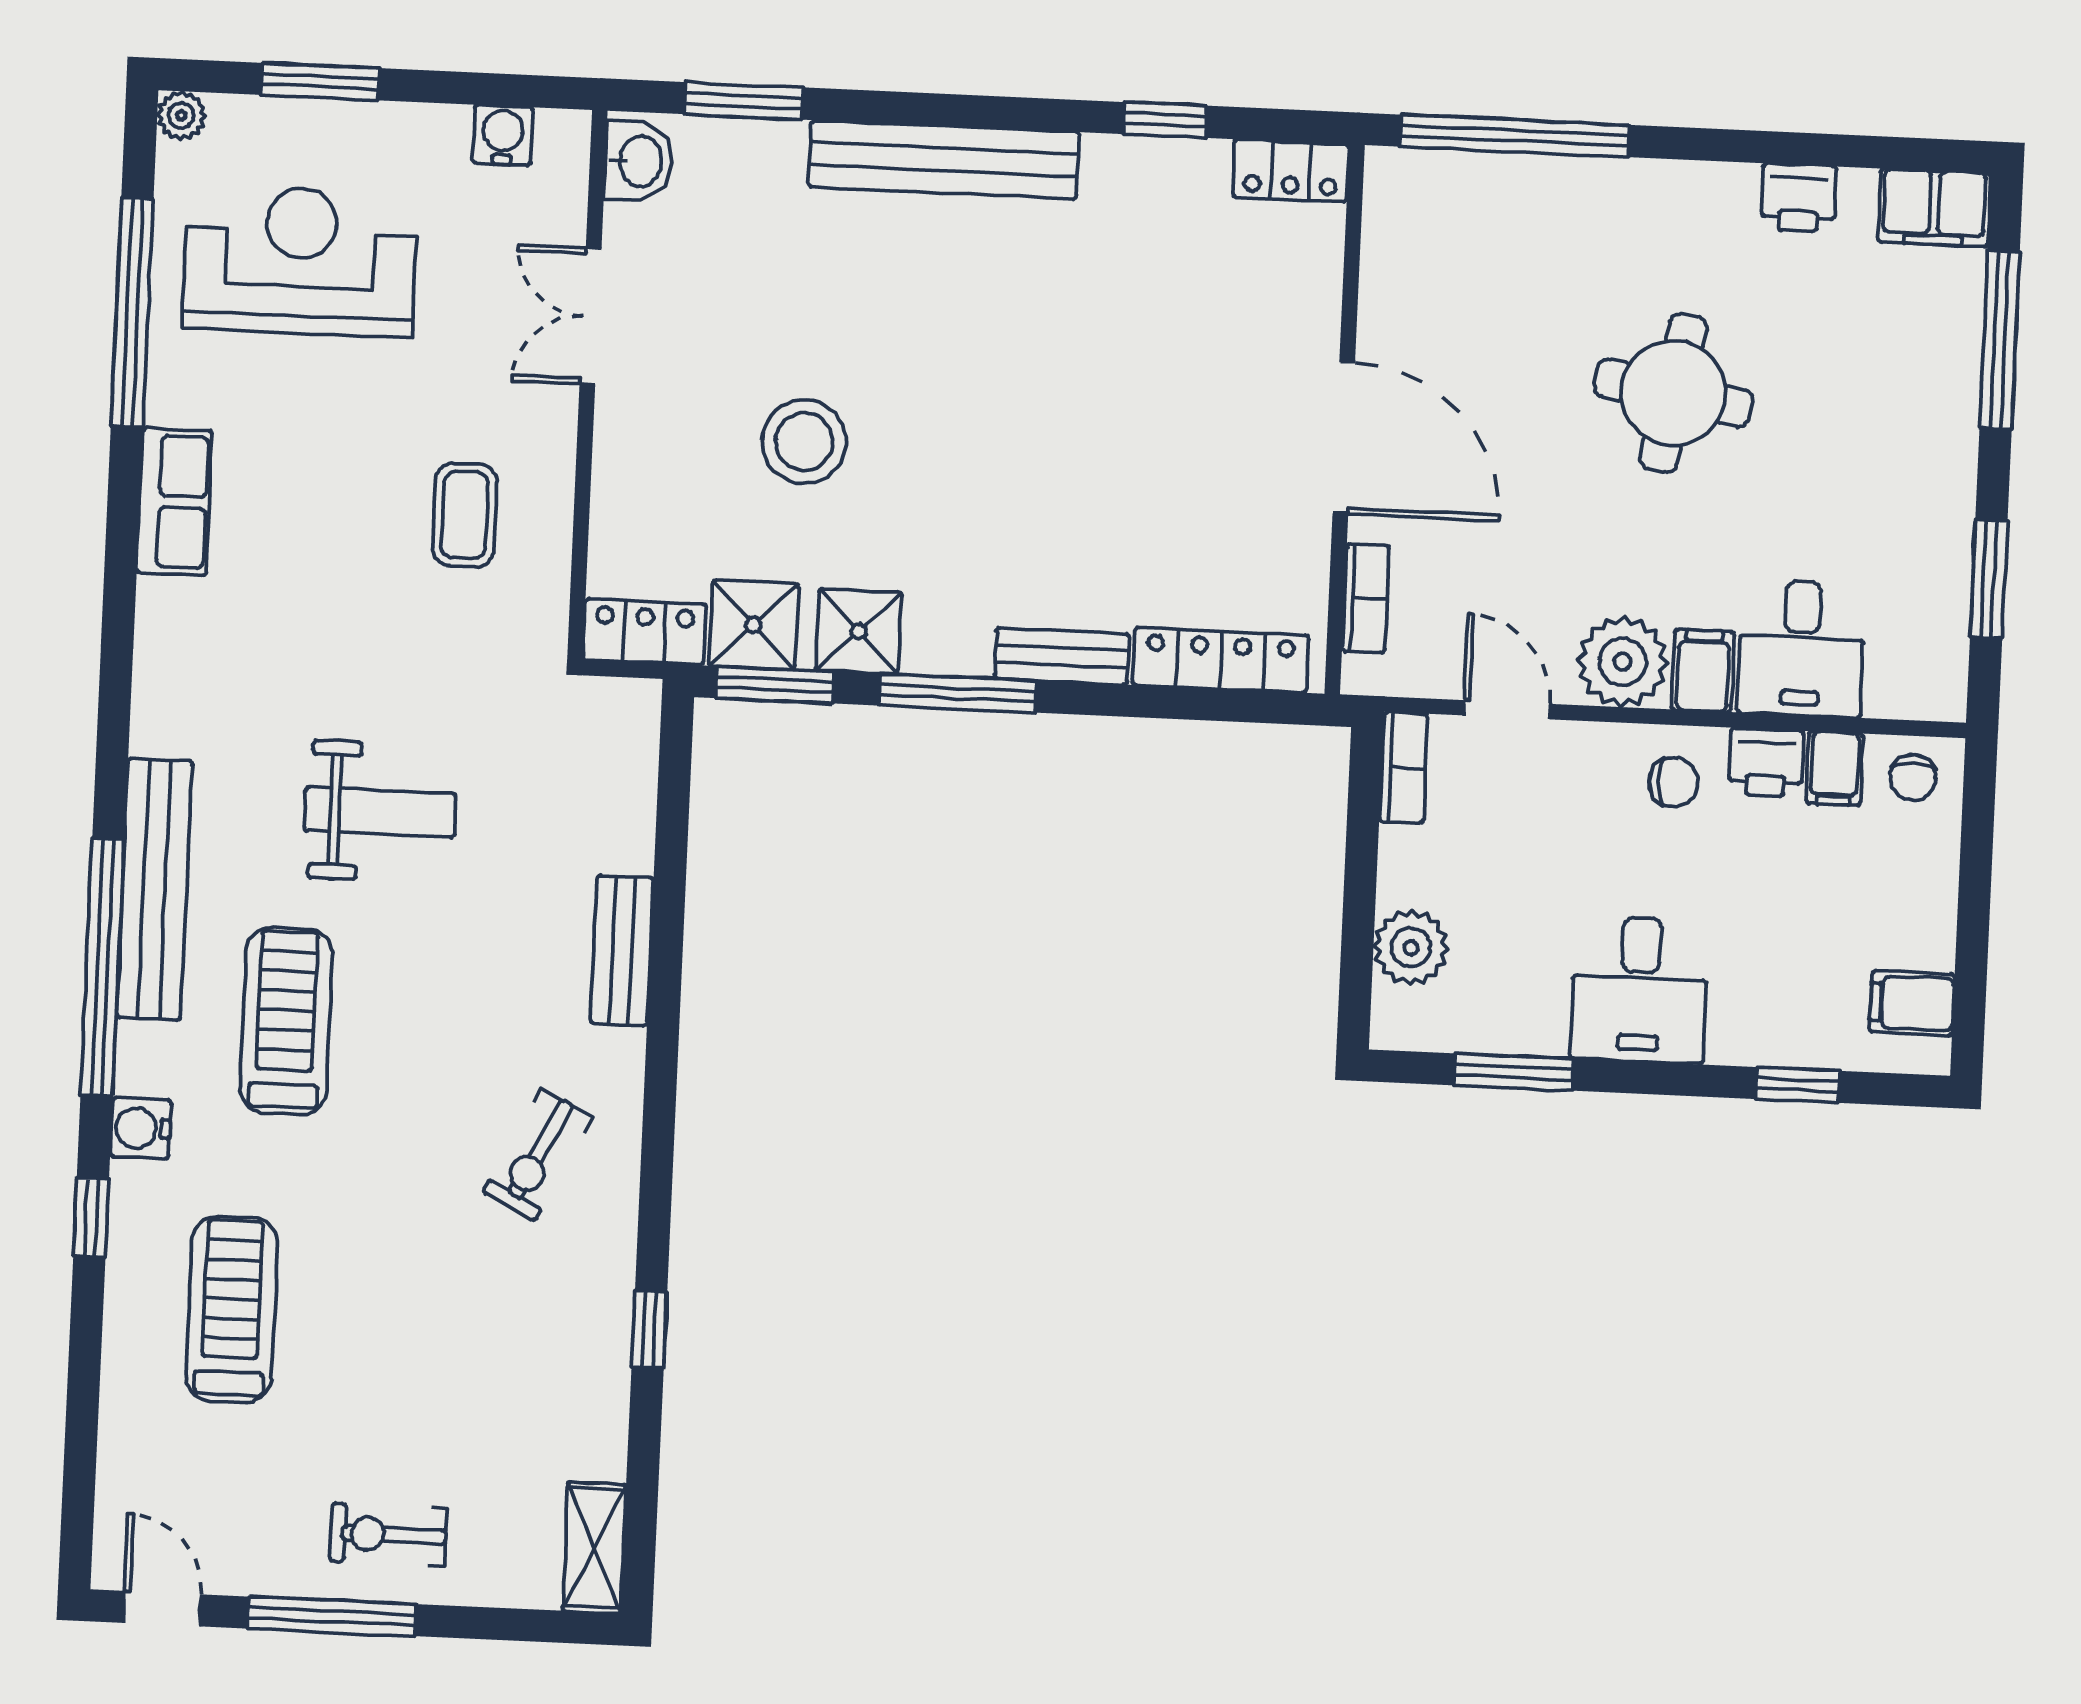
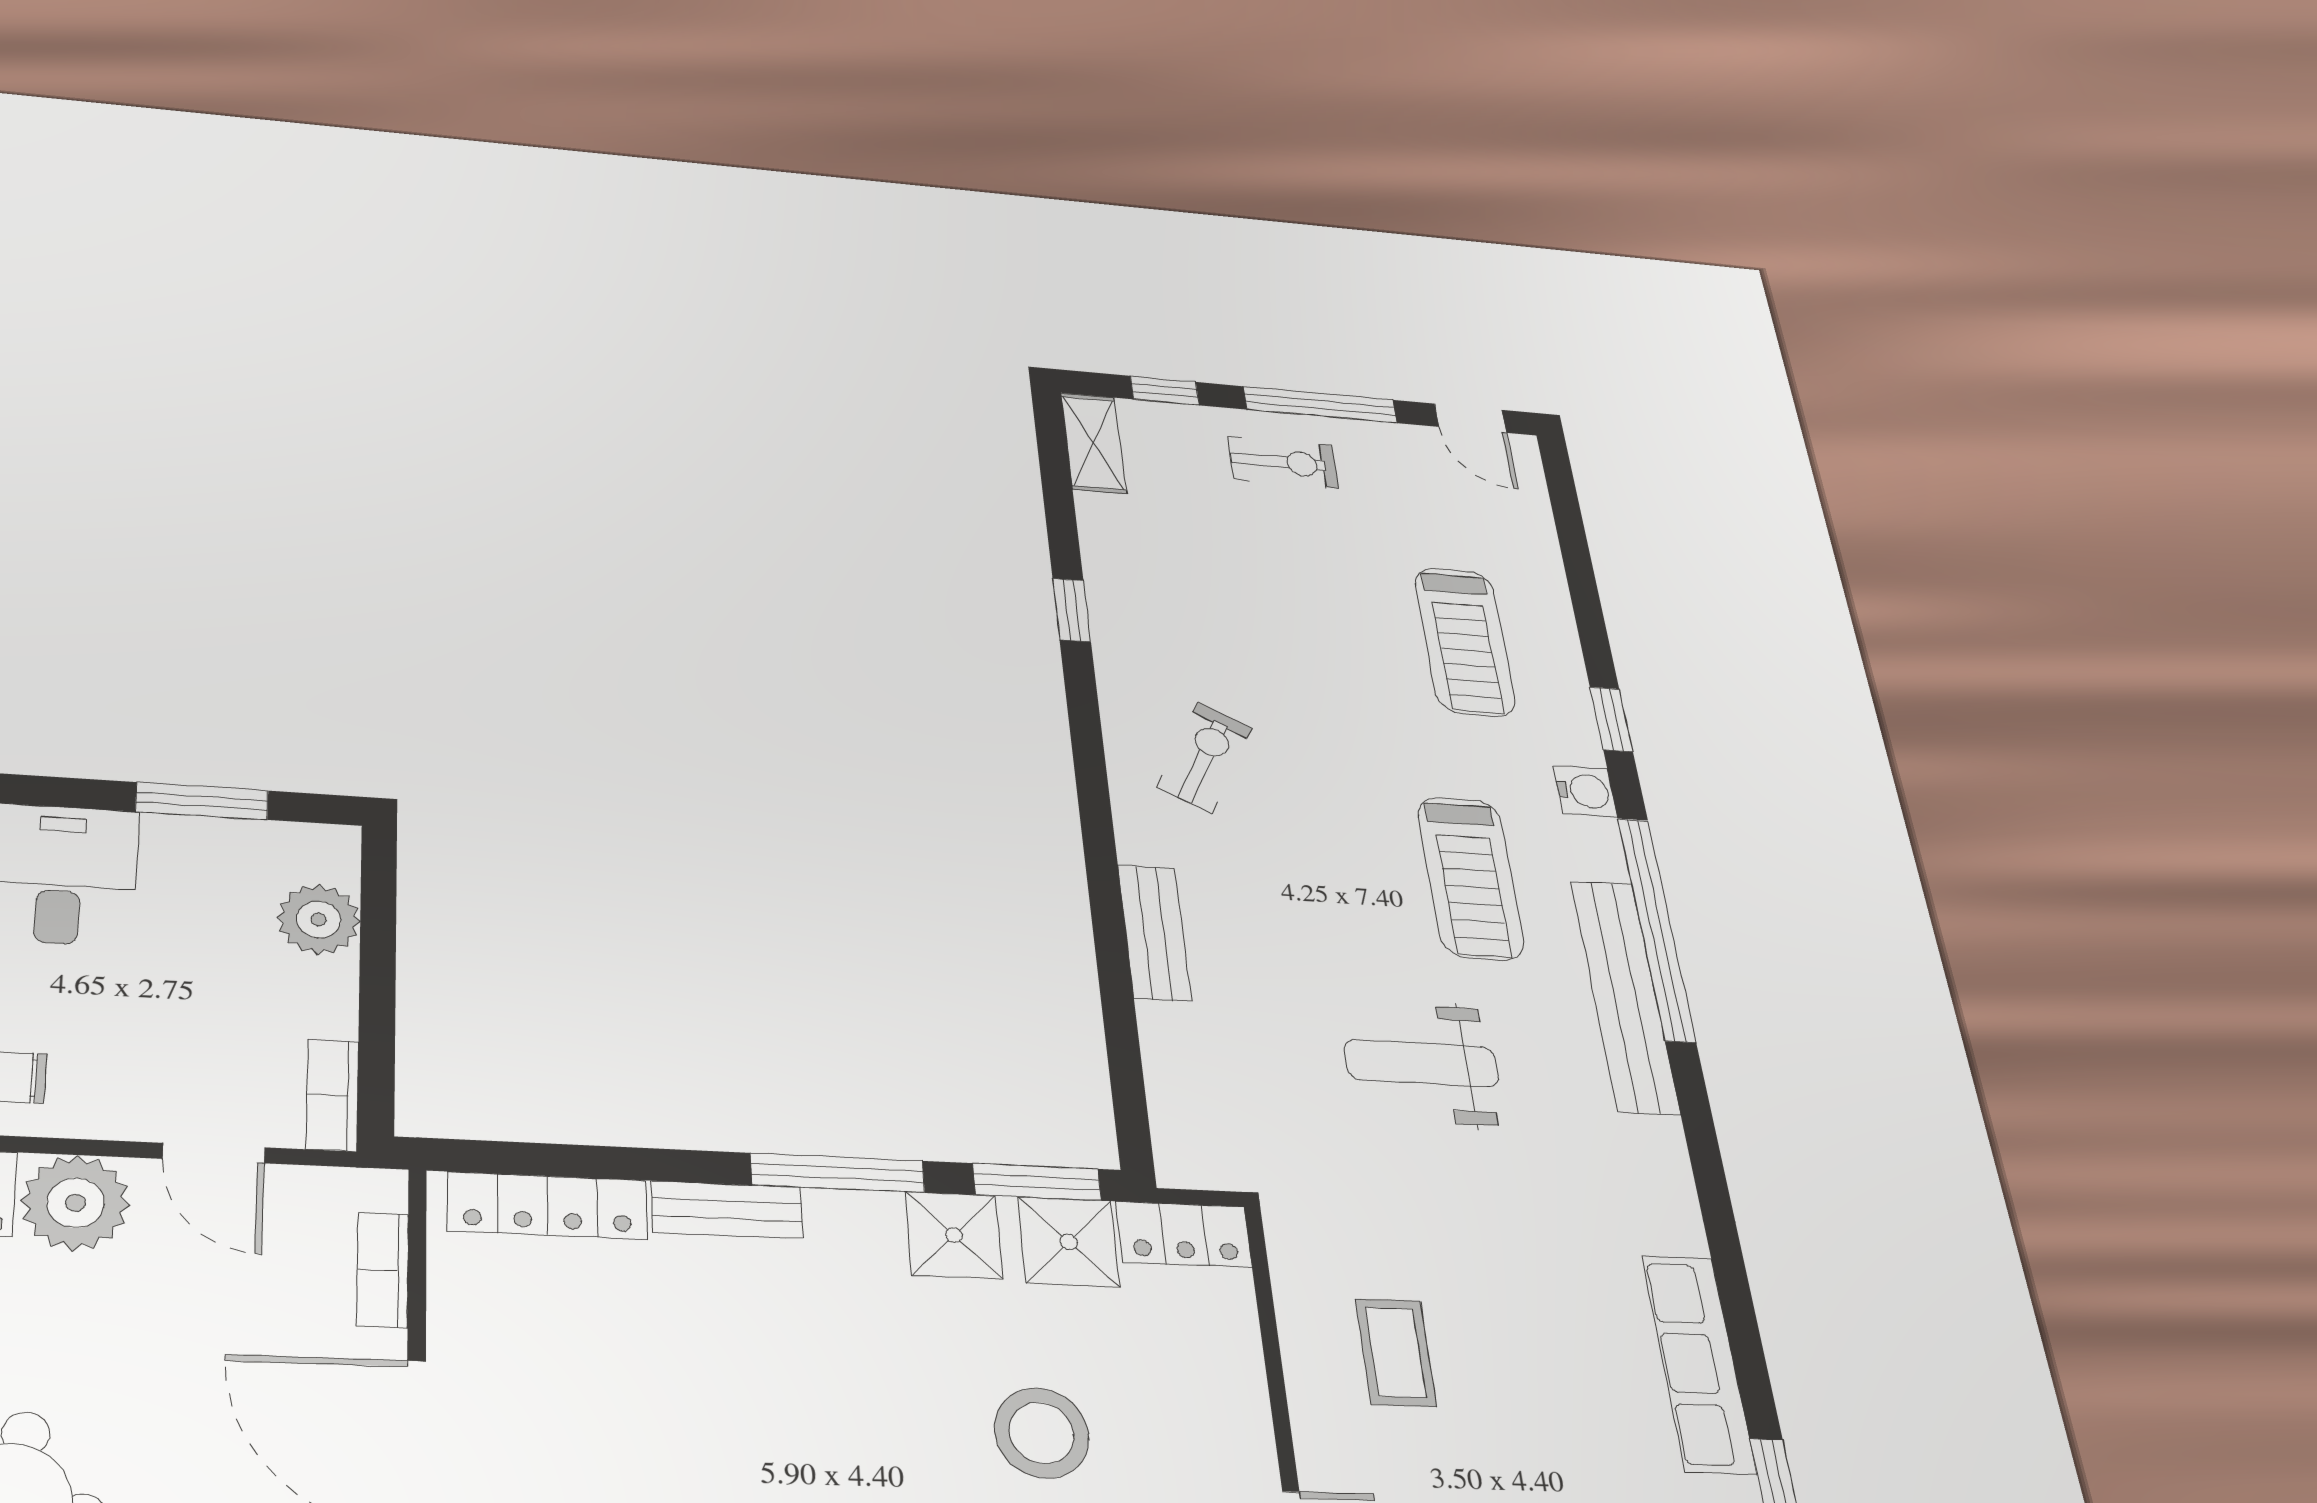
row of seats: (174, 502) -> (1699, 1364), width x1.48
window: (504, 1624) -> (1165, 391), added

